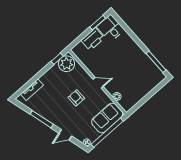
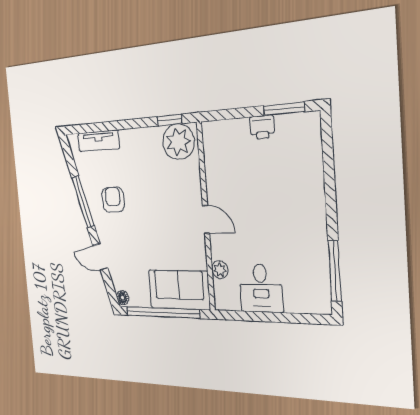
desk: (110, 28) -> (261, 288), moved, turned 180
printer: (93, 39) -> (262, 127), width x0.53, depth x0.68
armchair: (76, 98) -> (113, 200), moved

